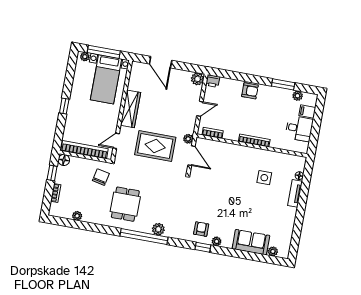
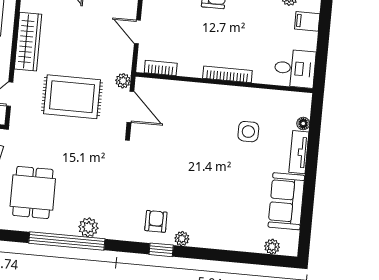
door: (200, 109) -> (137, 32), swing flipped
desk: (299, 128) -> (295, 68), moved
sofa: (251, 242) -> (286, 201), moved, turned -90

